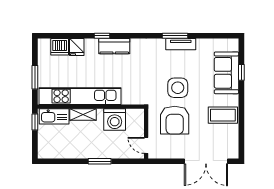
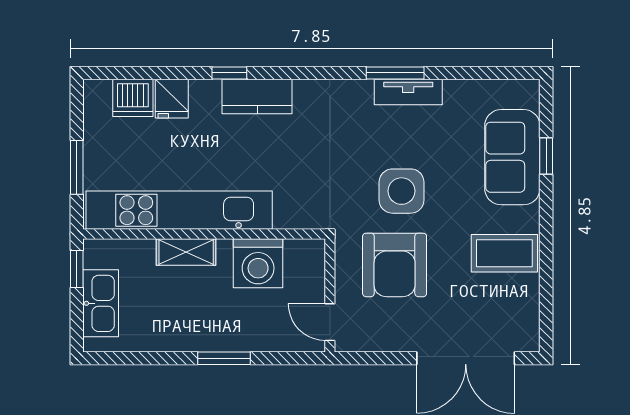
kitchen sink: (54, 116) -> (101, 303), moved, turned -90

